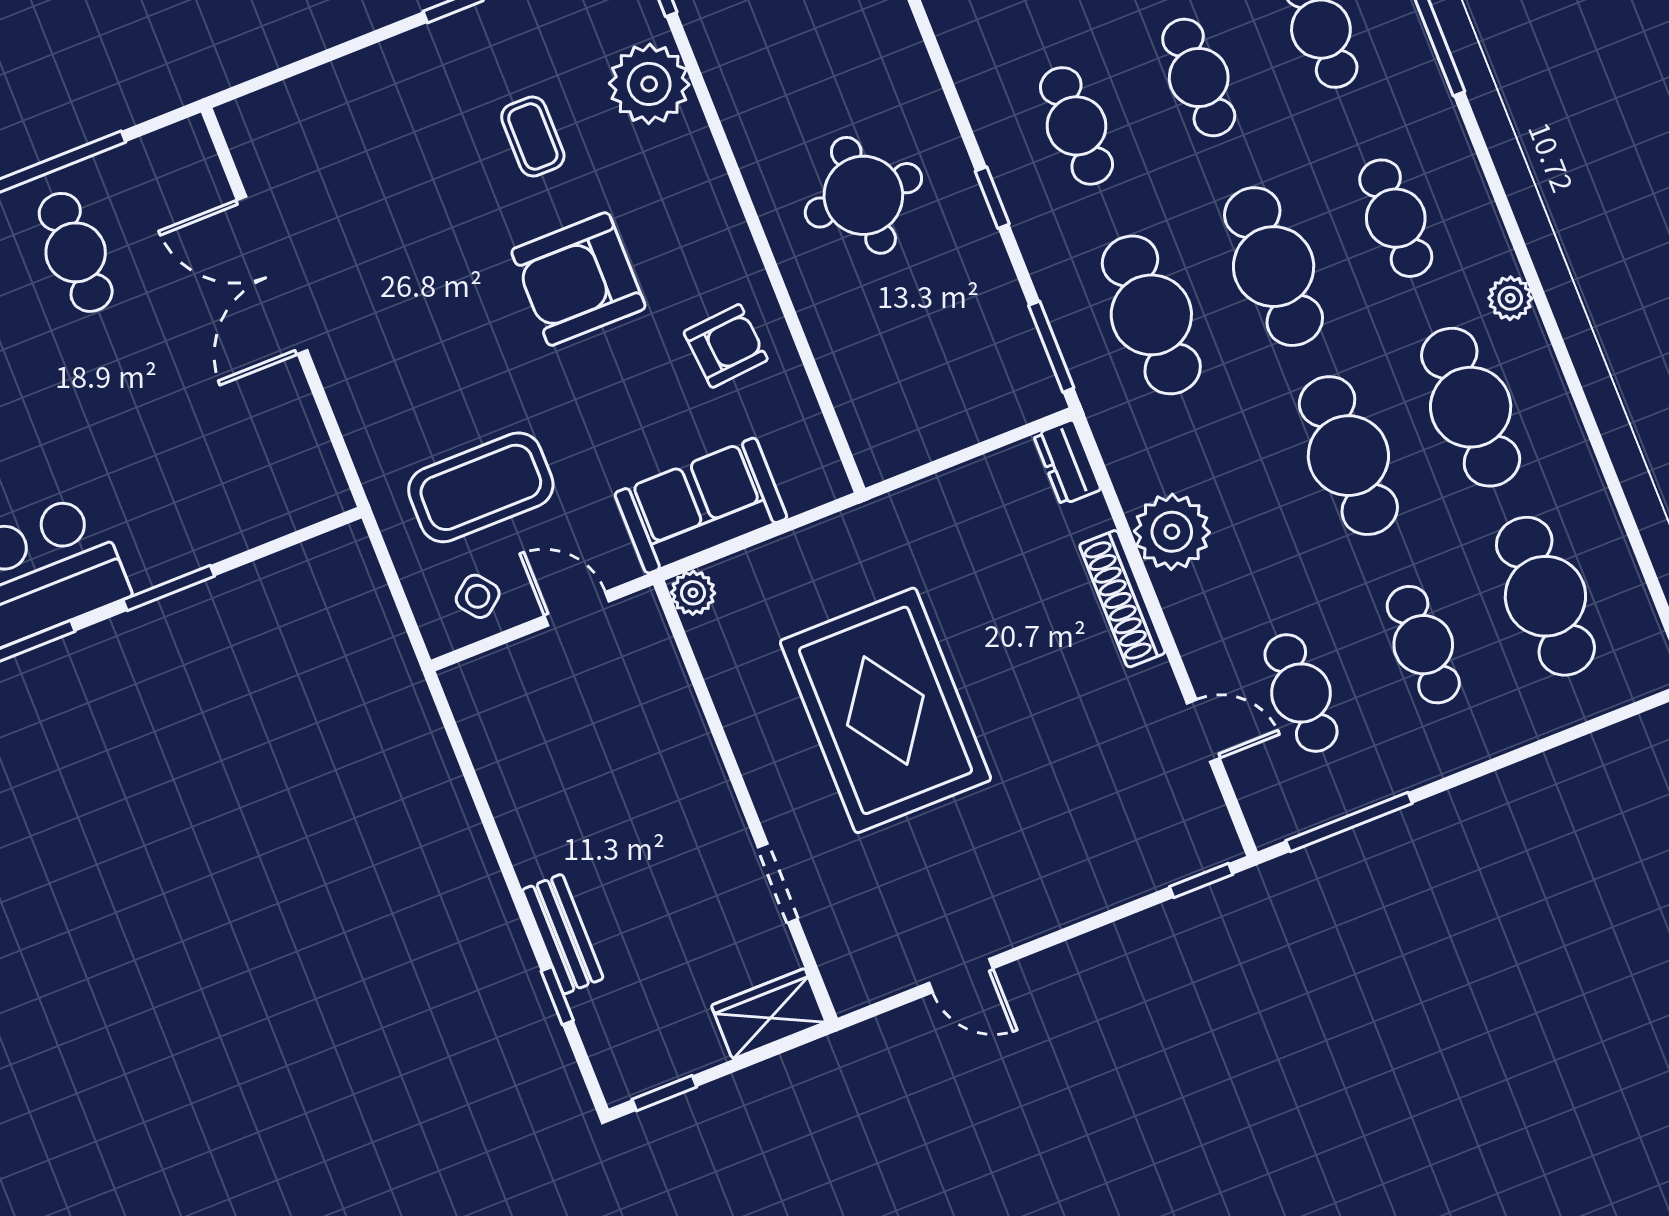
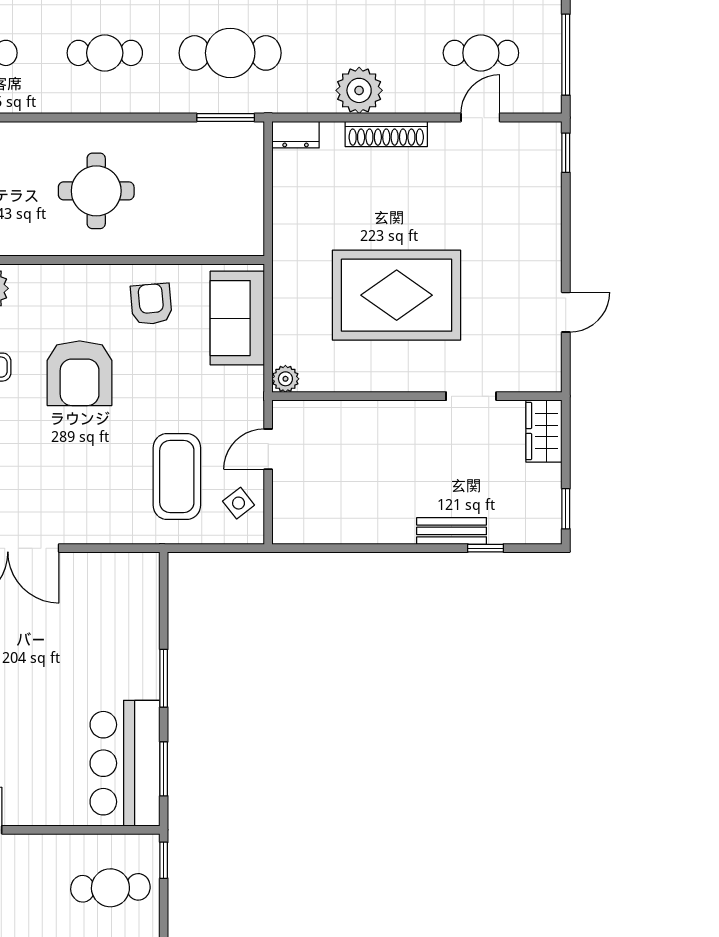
window: (992, 198) -> (127, 118), removed
sofa: (701, 506) -> (237, 318), moved

